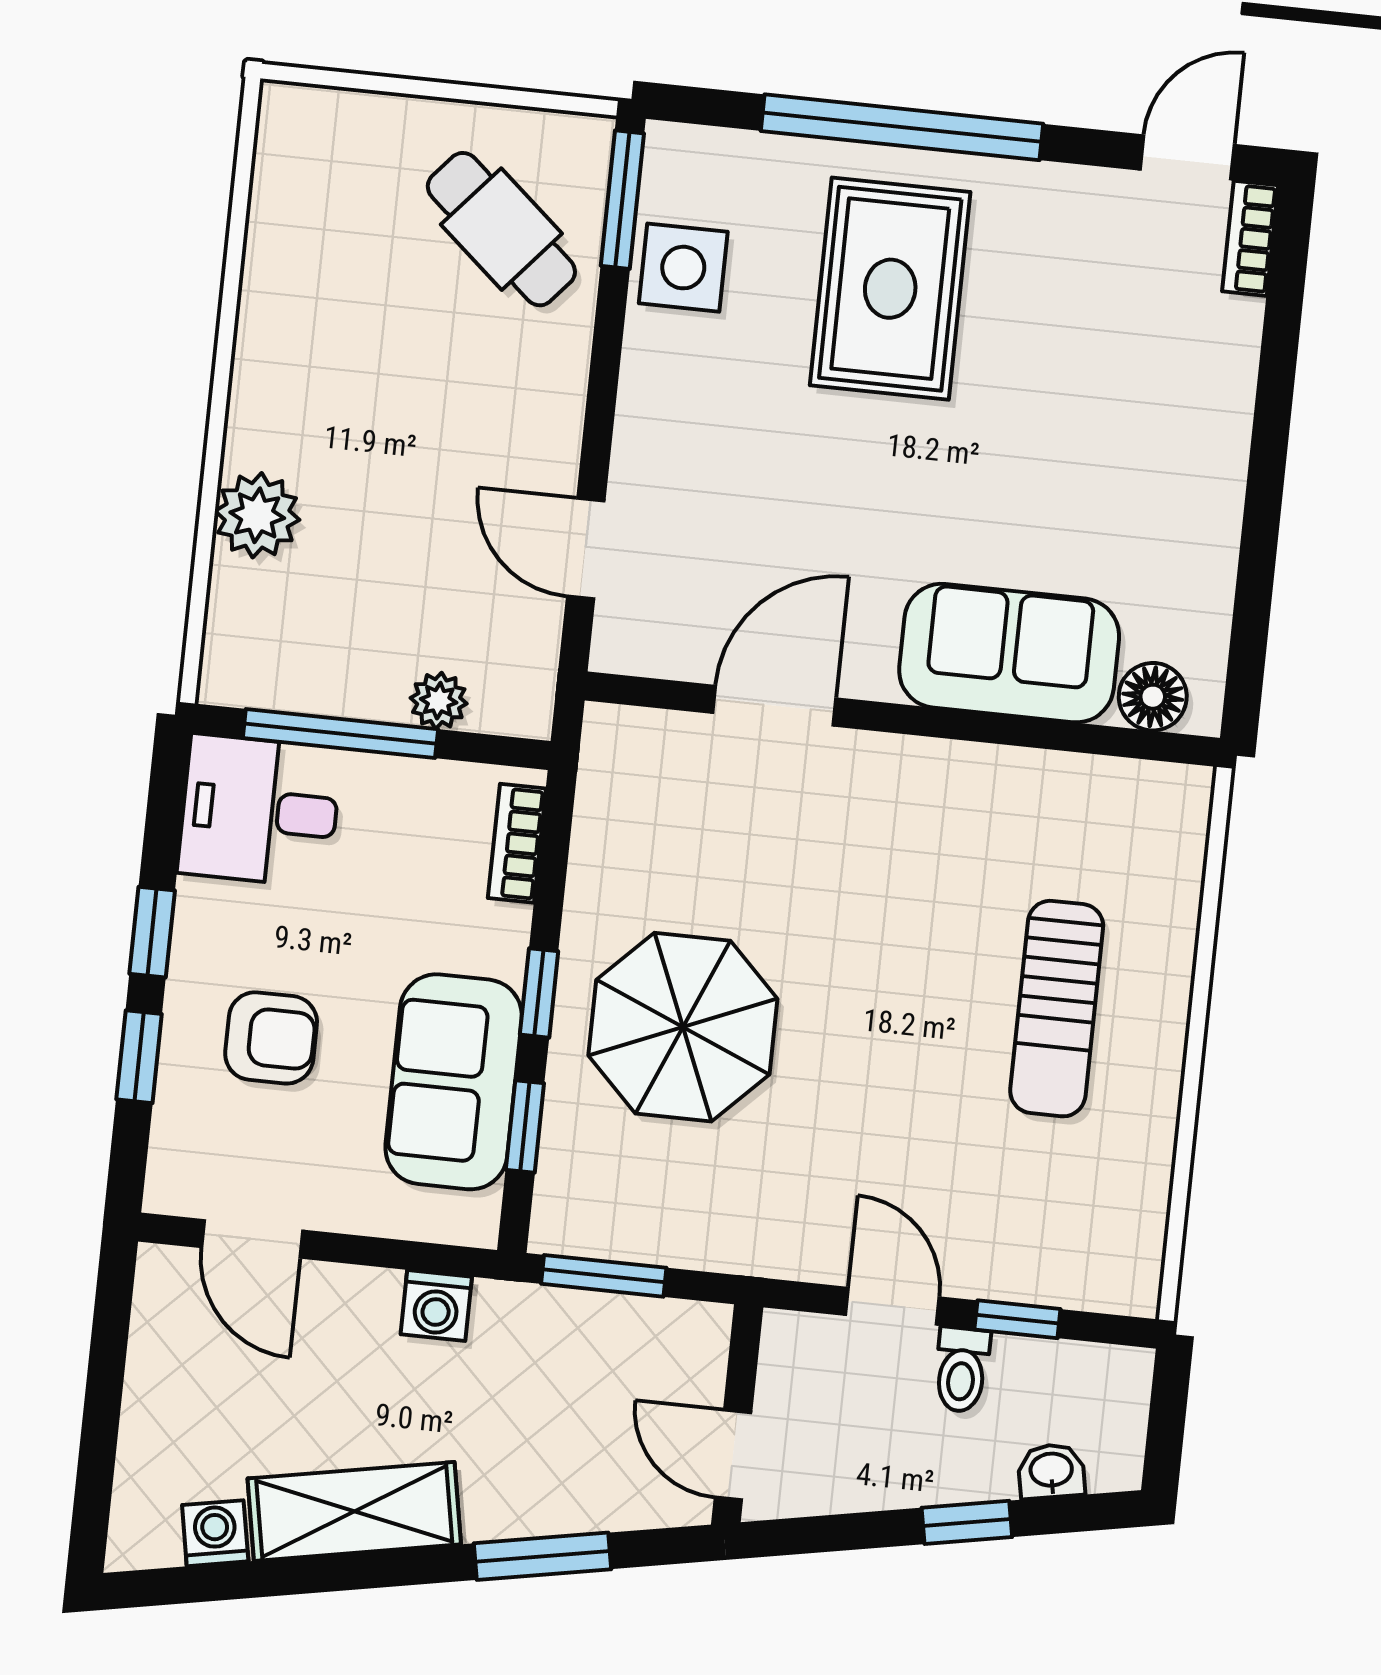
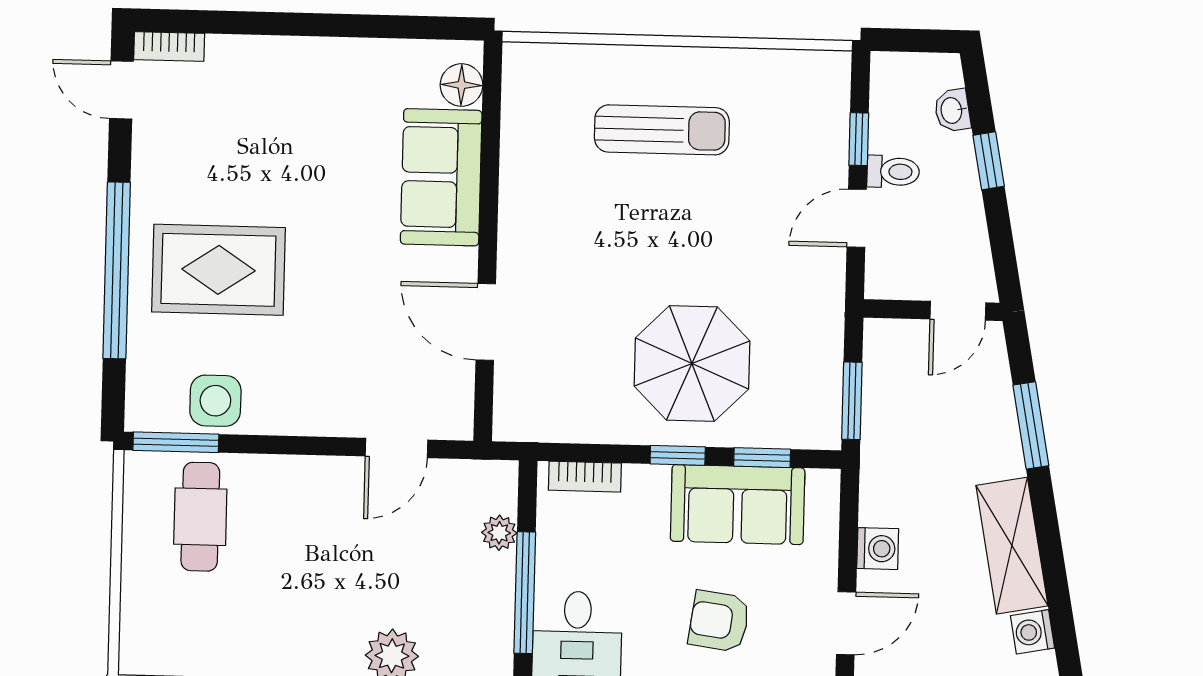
cafe table: (501, 229) -> (200, 517), turned -41
armchair: (271, 1038) -> (719, 621), turned -82
washing machine: (436, 1306) -> (878, 549), moved

